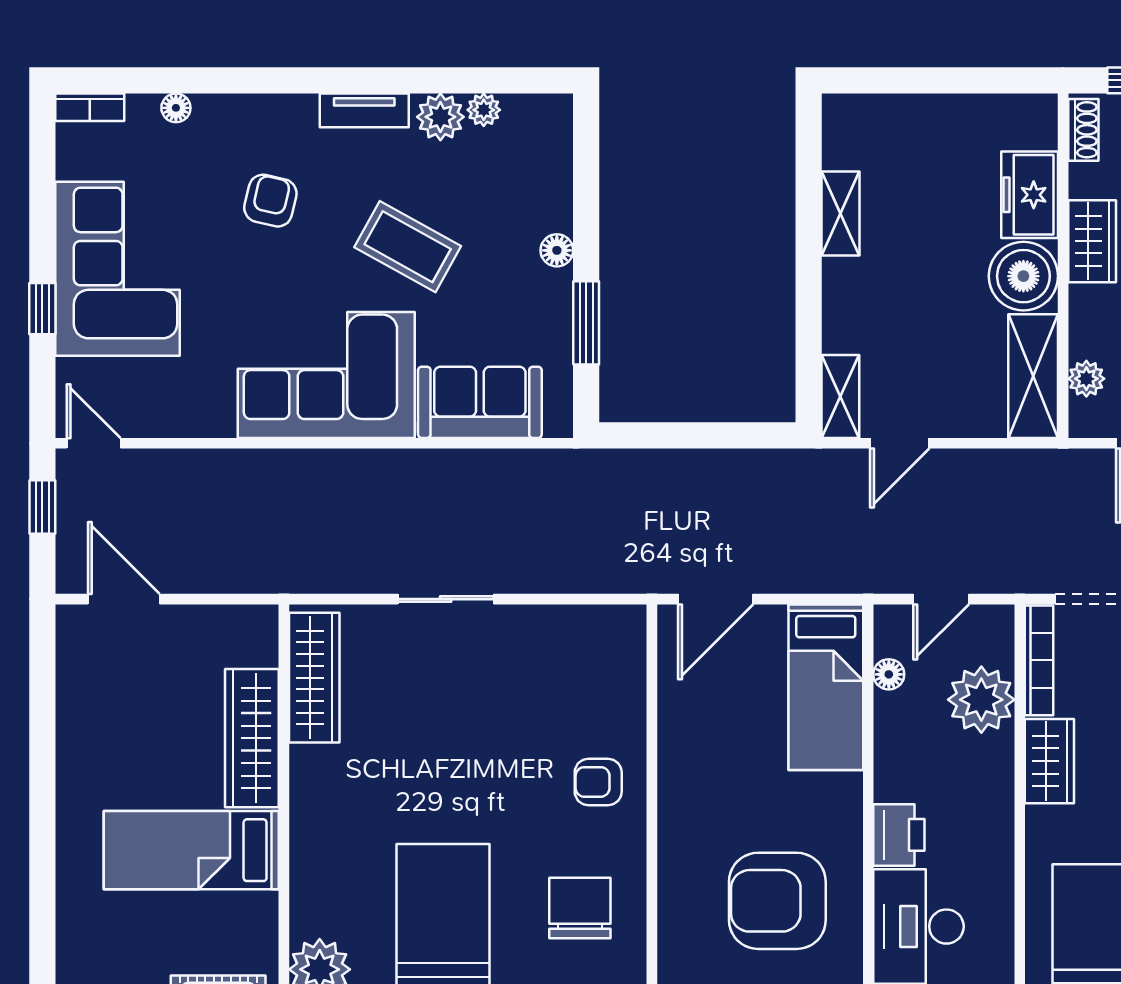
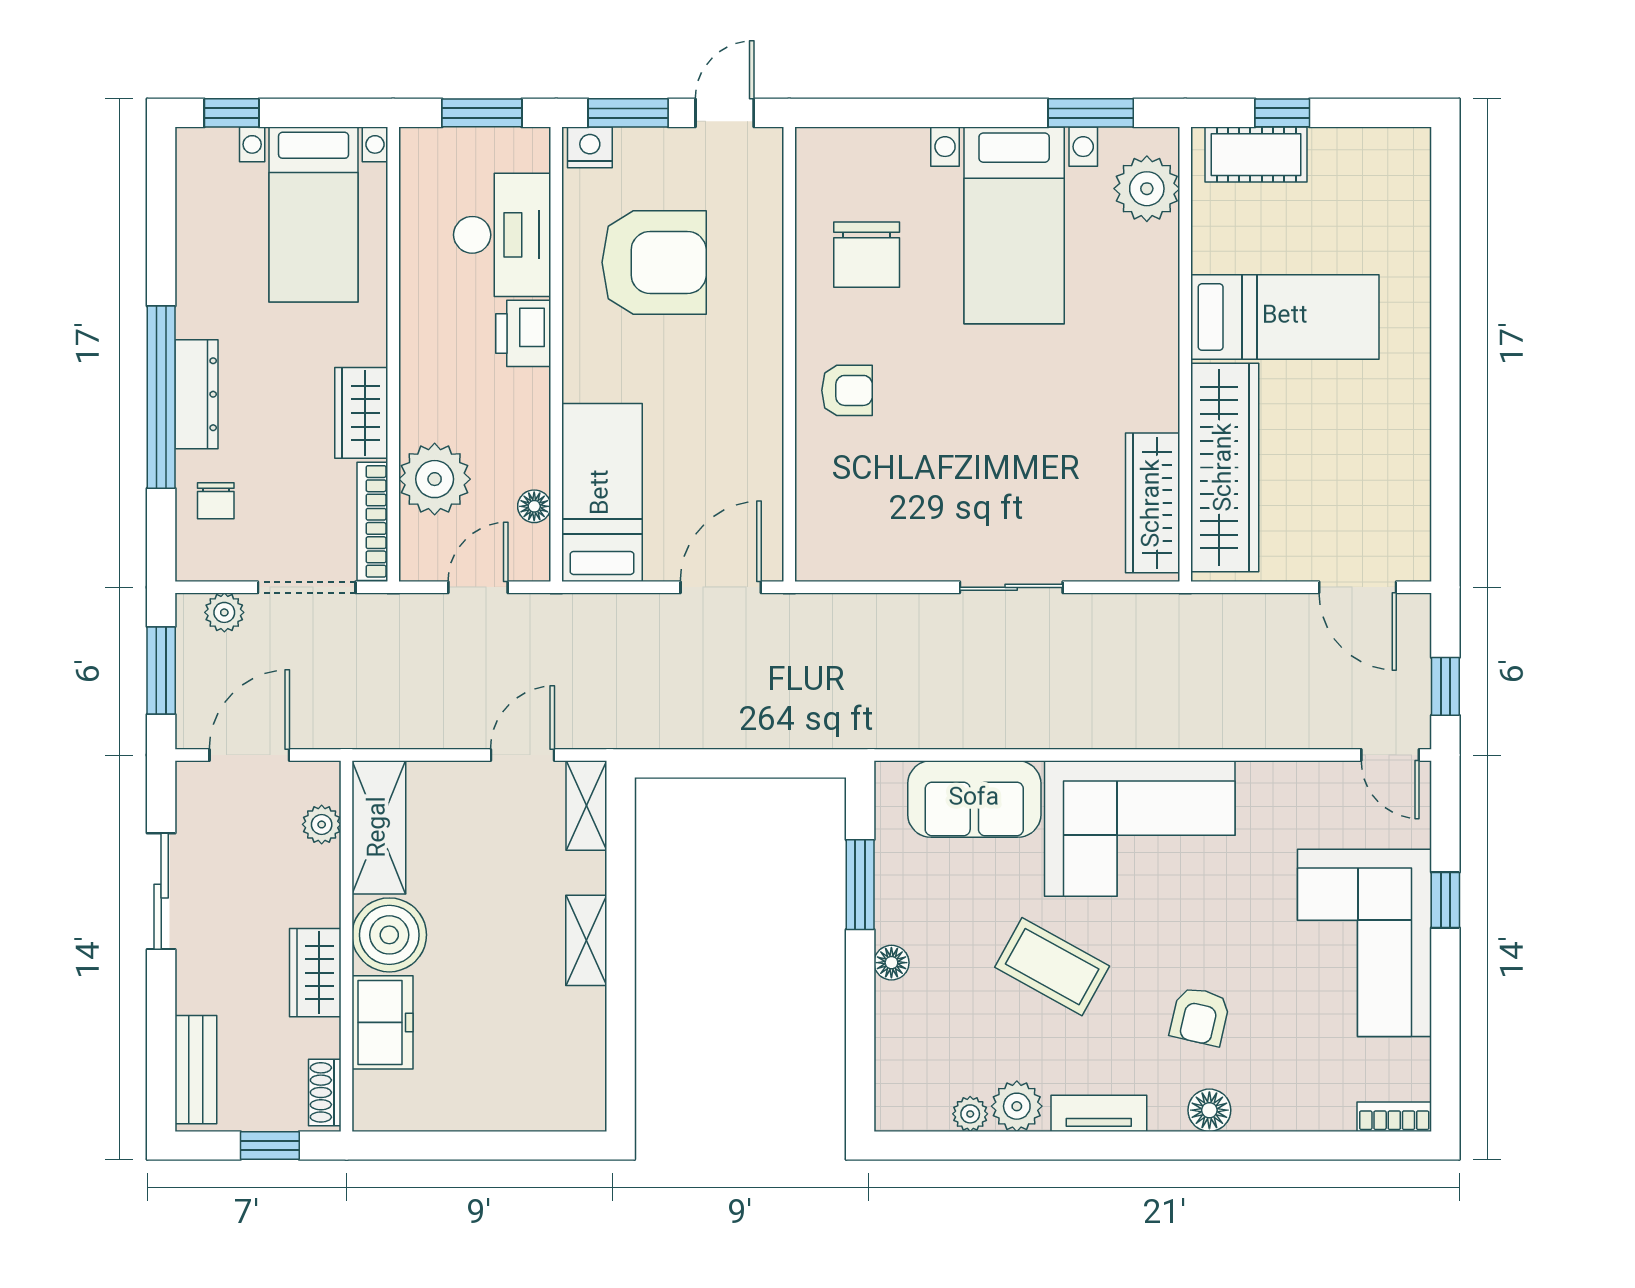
floor lamp: (176, 108) -> (1209, 1110), moved, width x1.37, depth x1.37
shelving: (840, 213) -> (586, 940), moved
wardrobe: (252, 738) -> (1225, 467), width x1.40, depth x1.17

